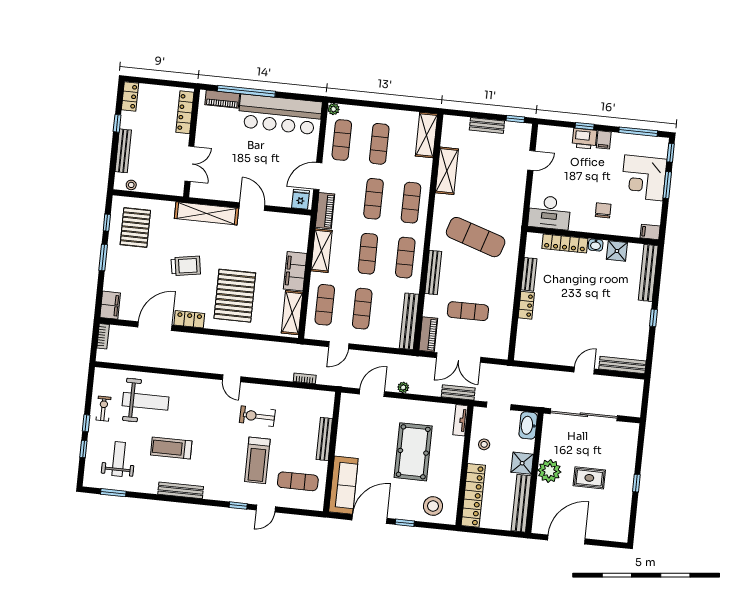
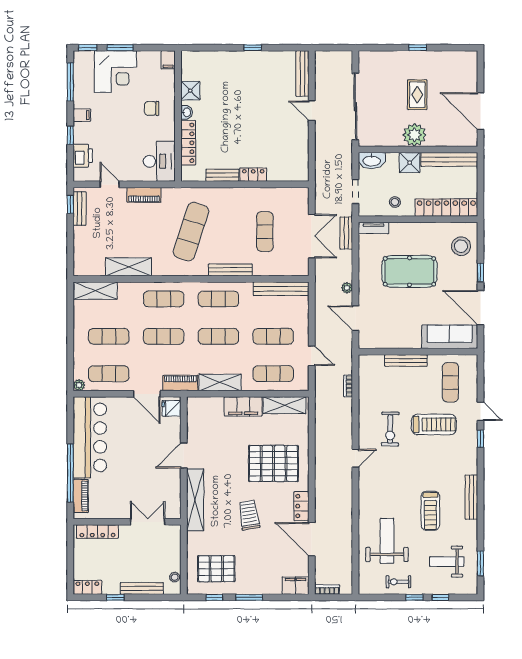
bench: (487, 126) -> (80, 209), moved
printer: (584, 139) -> (83, 156), moved
bench: (648, 273) -> (209, 58), removed
piano: (428, 334) -> (144, 195), moved, turned 180

